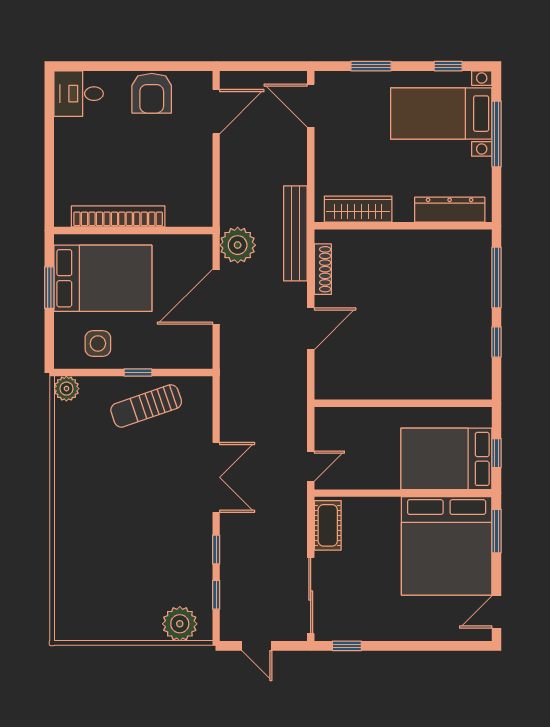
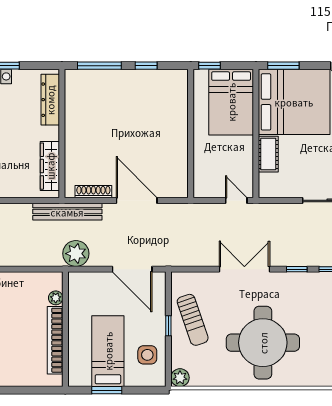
plant: (176, 217) -> (56, 298), added
bed: (103, 278) -> (108, 351), width x0.67
door: (216, 297) -> (132, 269), moved
door: (311, 329) -> (137, 200), width x1.36
window: (497, 453) -> (209, 66), moved
round table: (115, 503) -> (263, 343), added
cot: (328, 525) -> (268, 154), moved, turned 90

